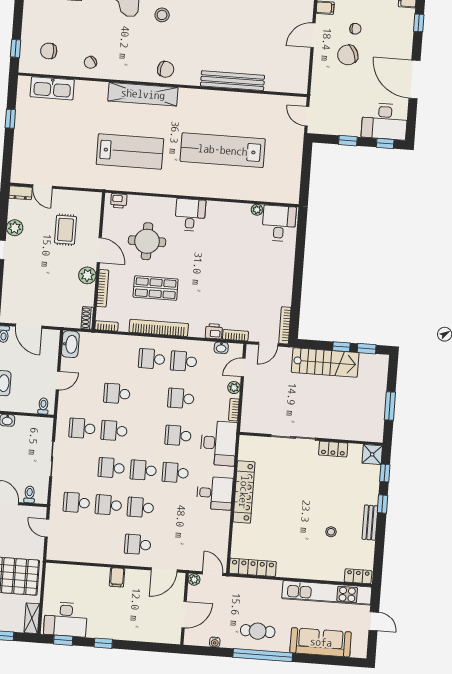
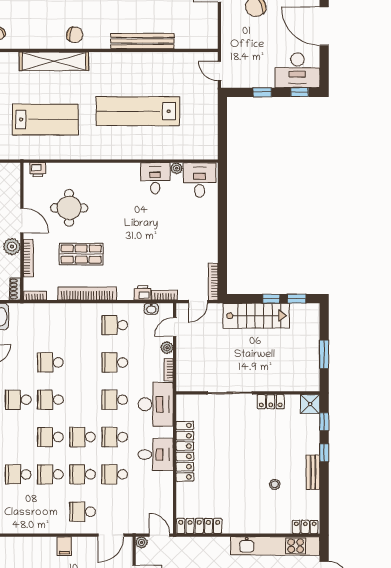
desk: (190, 215) -> (155, 178), moved
school desk: (152, 359) -> (115, 474), moved

